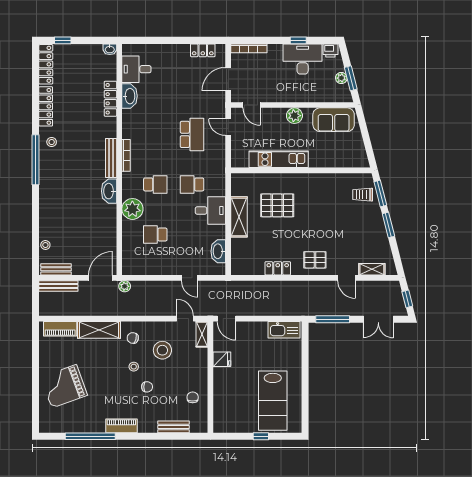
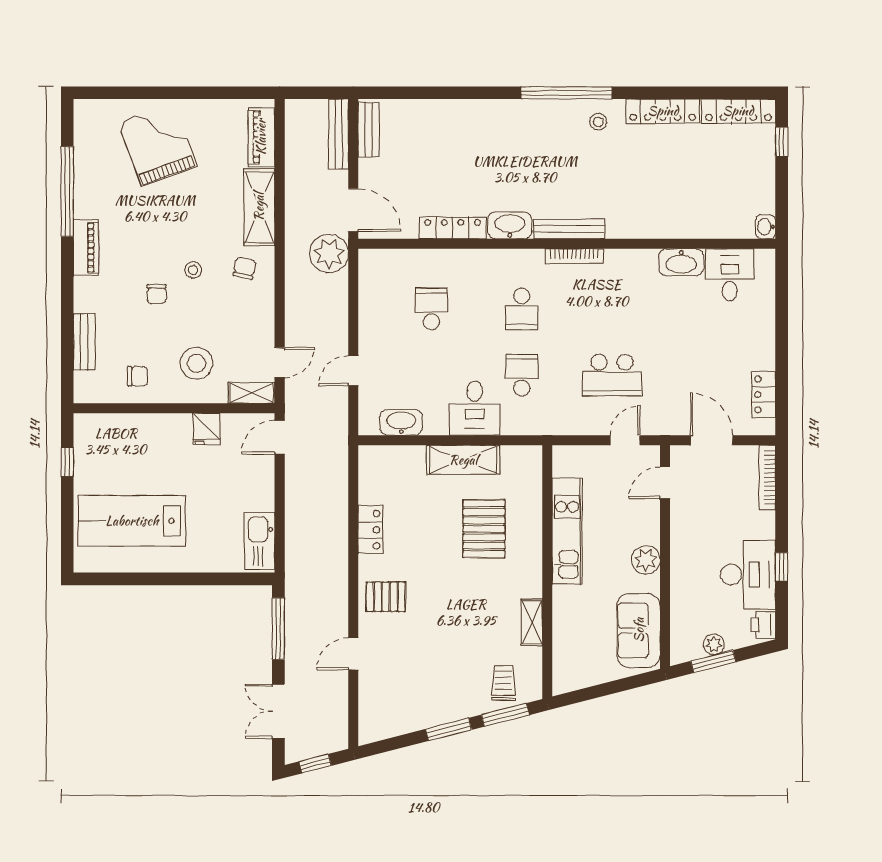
locker: (110, 99) -> (453, 228), moved
plant: (132, 209) -> (477, 268), removed
stool: (45, 245) -> (412, 111), removed
pallet: (315, 260) -> (386, 597), turned 90
shelving: (372, 269) -> (532, 622), moved
plant: (125, 286) -> (329, 254), width x1.88, depth x1.88
stool: (162, 350) -> (196, 363), moved
window: (261, 436) -> (67, 462), moved

